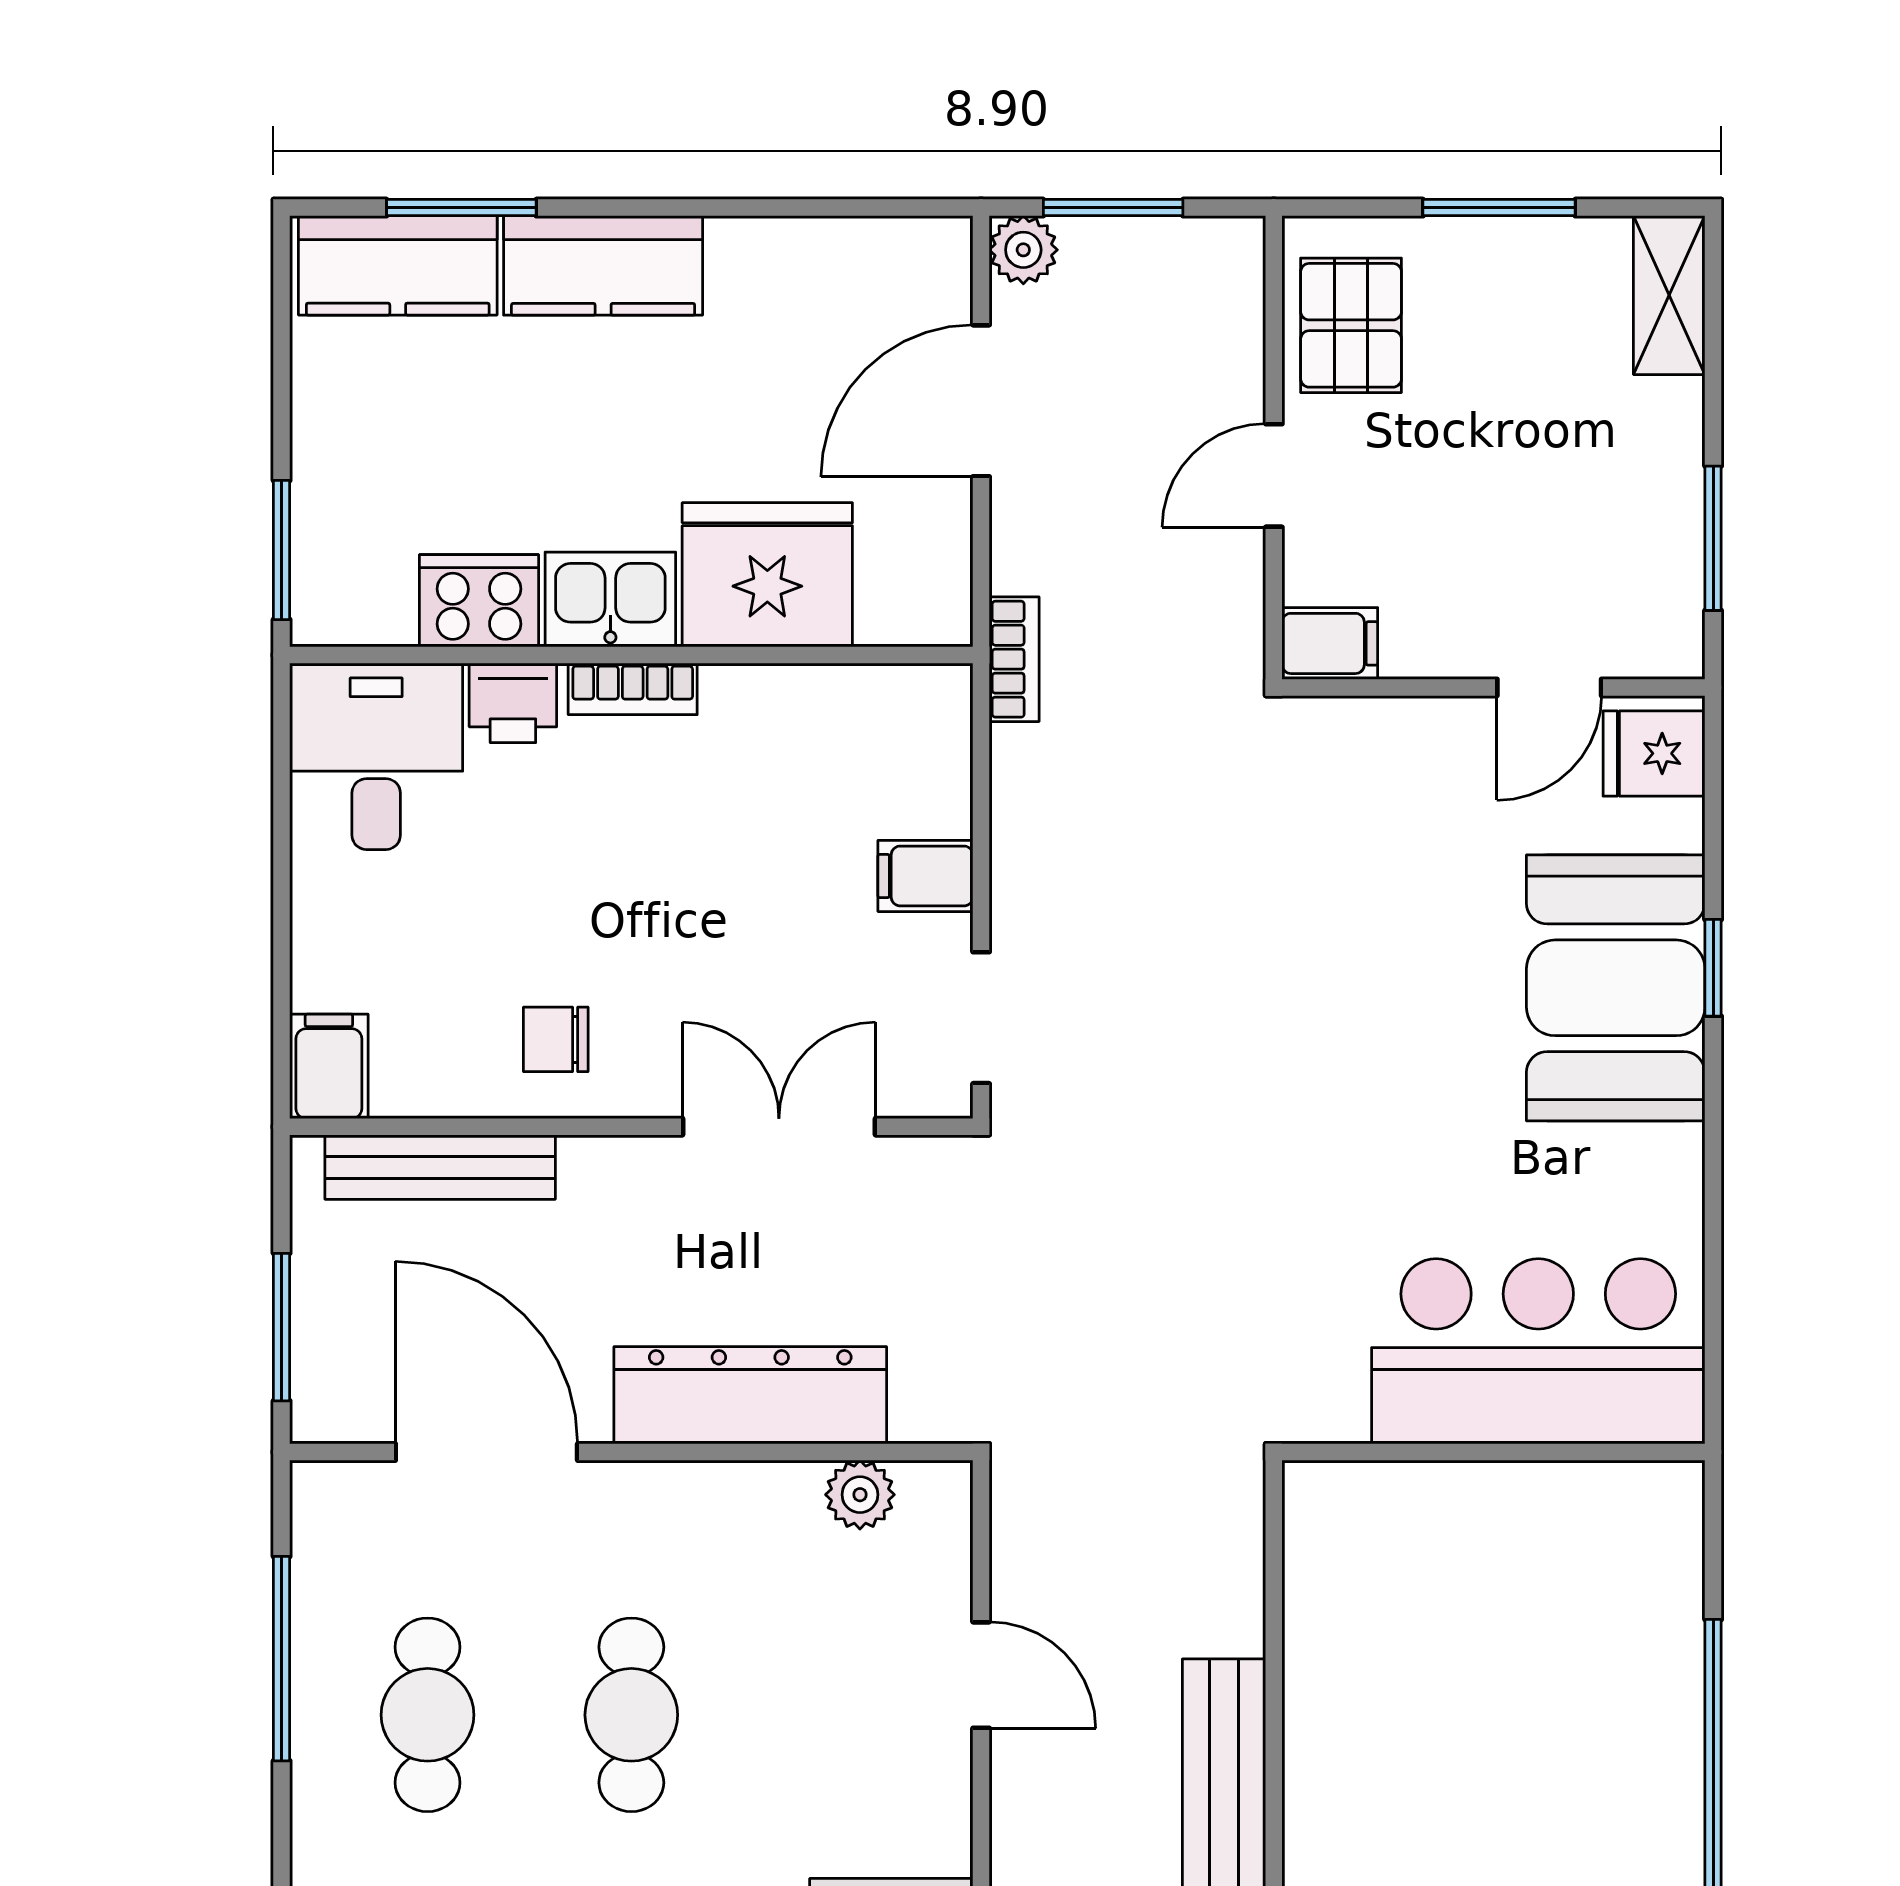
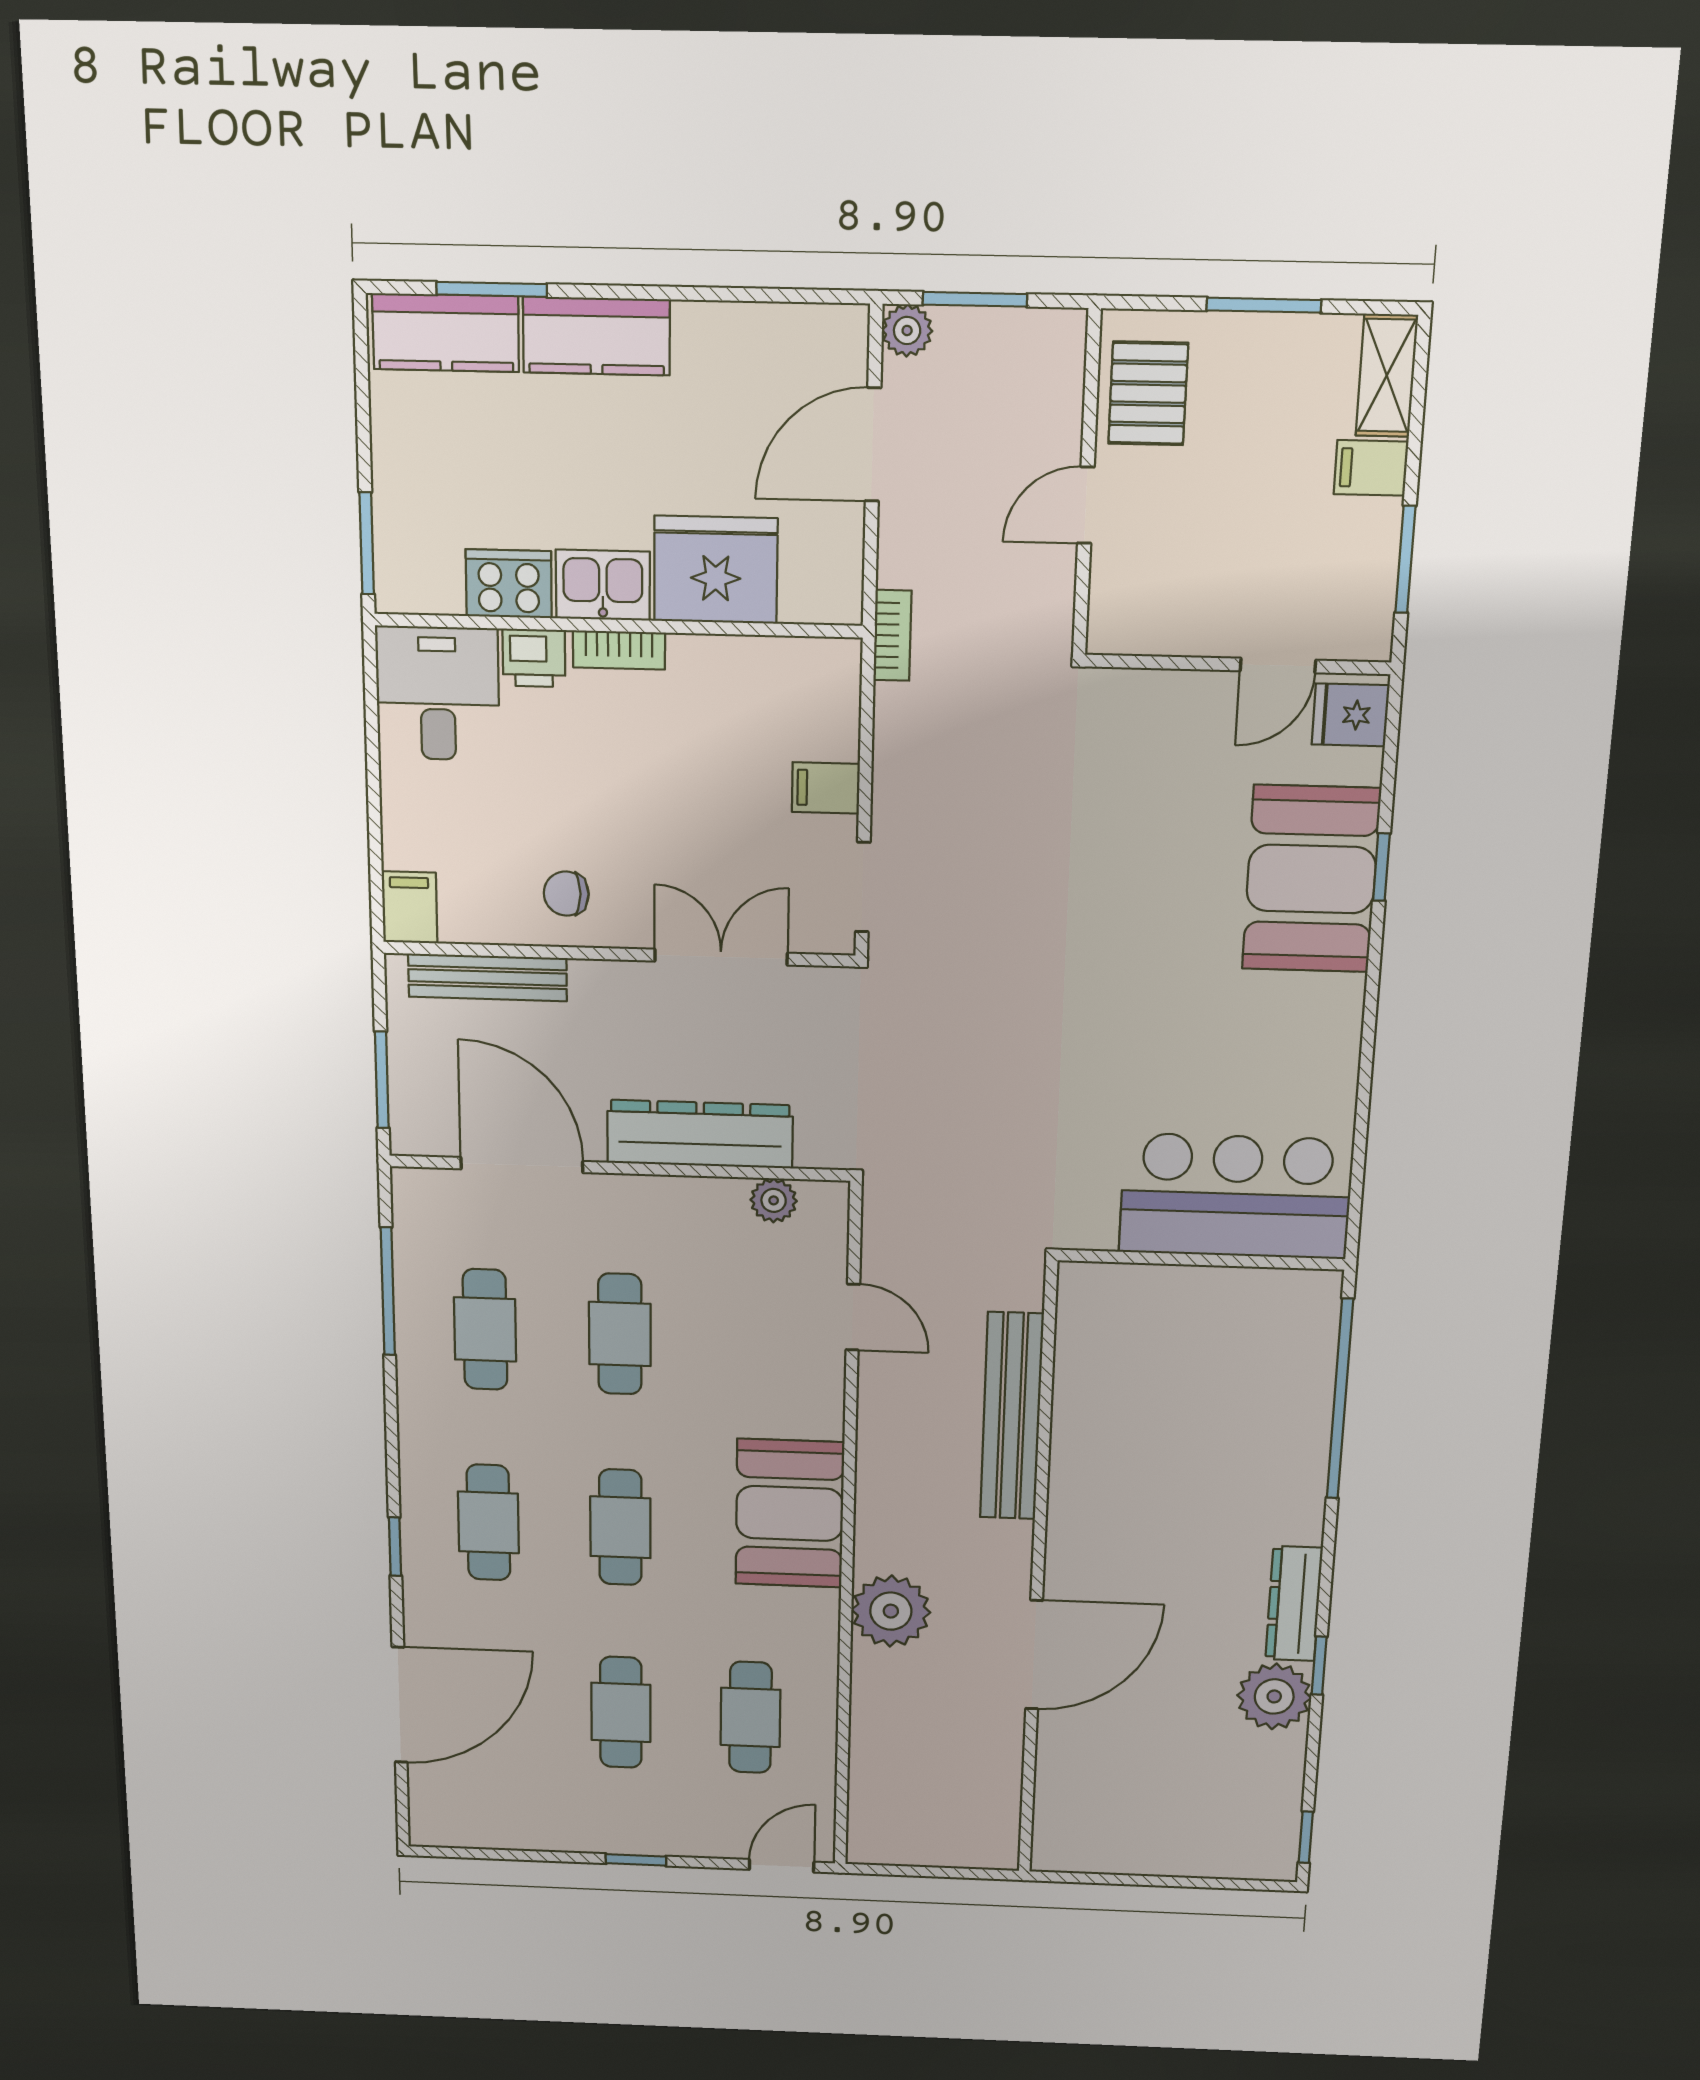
filing cabinet: (1330, 643) -> (1371, 468), moved, turned 180
bar counter: (1538, 1351) -> (1236, 1196), moved
wall: (1493, 1452) -> (1201, 1260), moved

